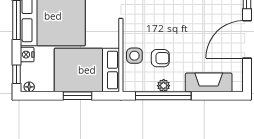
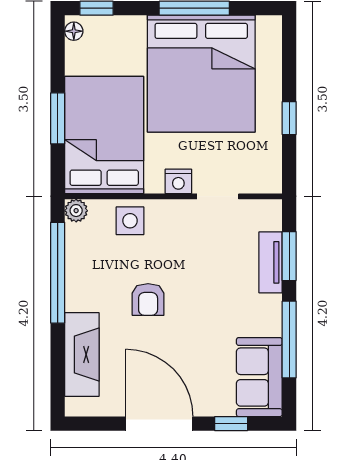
nightstand: (27, 55) -> (178, 181), moved, turned 180
armchair: (160, 58) -> (148, 299), moved
plant: (164, 86) -> (76, 211), moved

